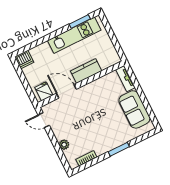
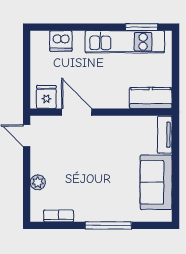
dishwasher: (24, 60) -> (61, 41), moved
kitchen counter: (86, 71) -> (151, 98), moved
window: (119, 149) -> (108, 225), width x1.44

